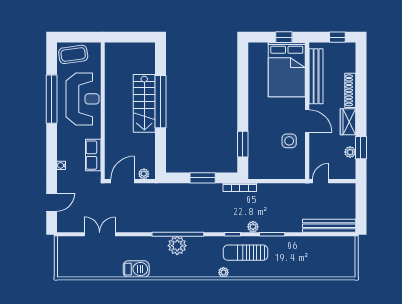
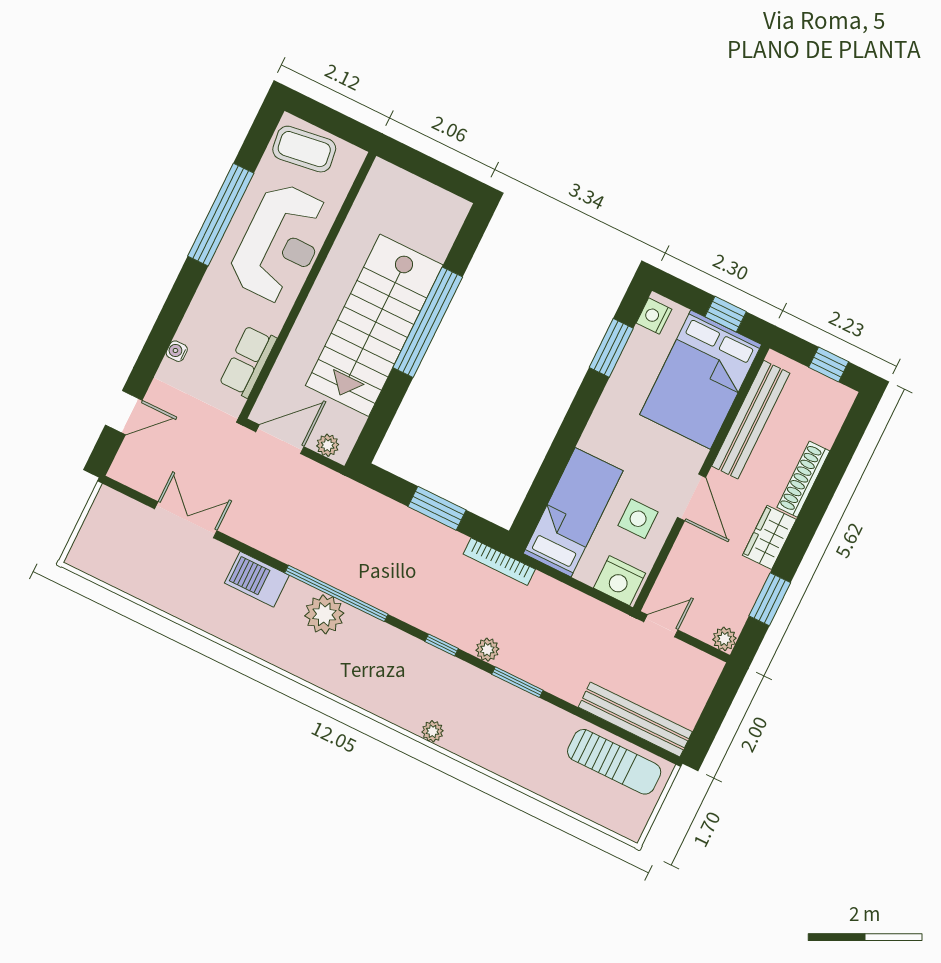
nightstand: (254, 53) -> (654, 316), added
stairs: (144, 103) -> (374, 325), width x1.36, depth x1.51
window: (243, 144) -> (611, 348), moved
bed: (261, 152) -> (573, 512), added
plant: (350, 152) -> (724, 639), moved
nightstand: (294, 171) -> (619, 581), added
sun lounger: (246, 253) -> (614, 762), moved, turned 180
barbecue: (136, 269) -> (257, 579), moved, turned 180
plant: (223, 272) -> (433, 731), moved

